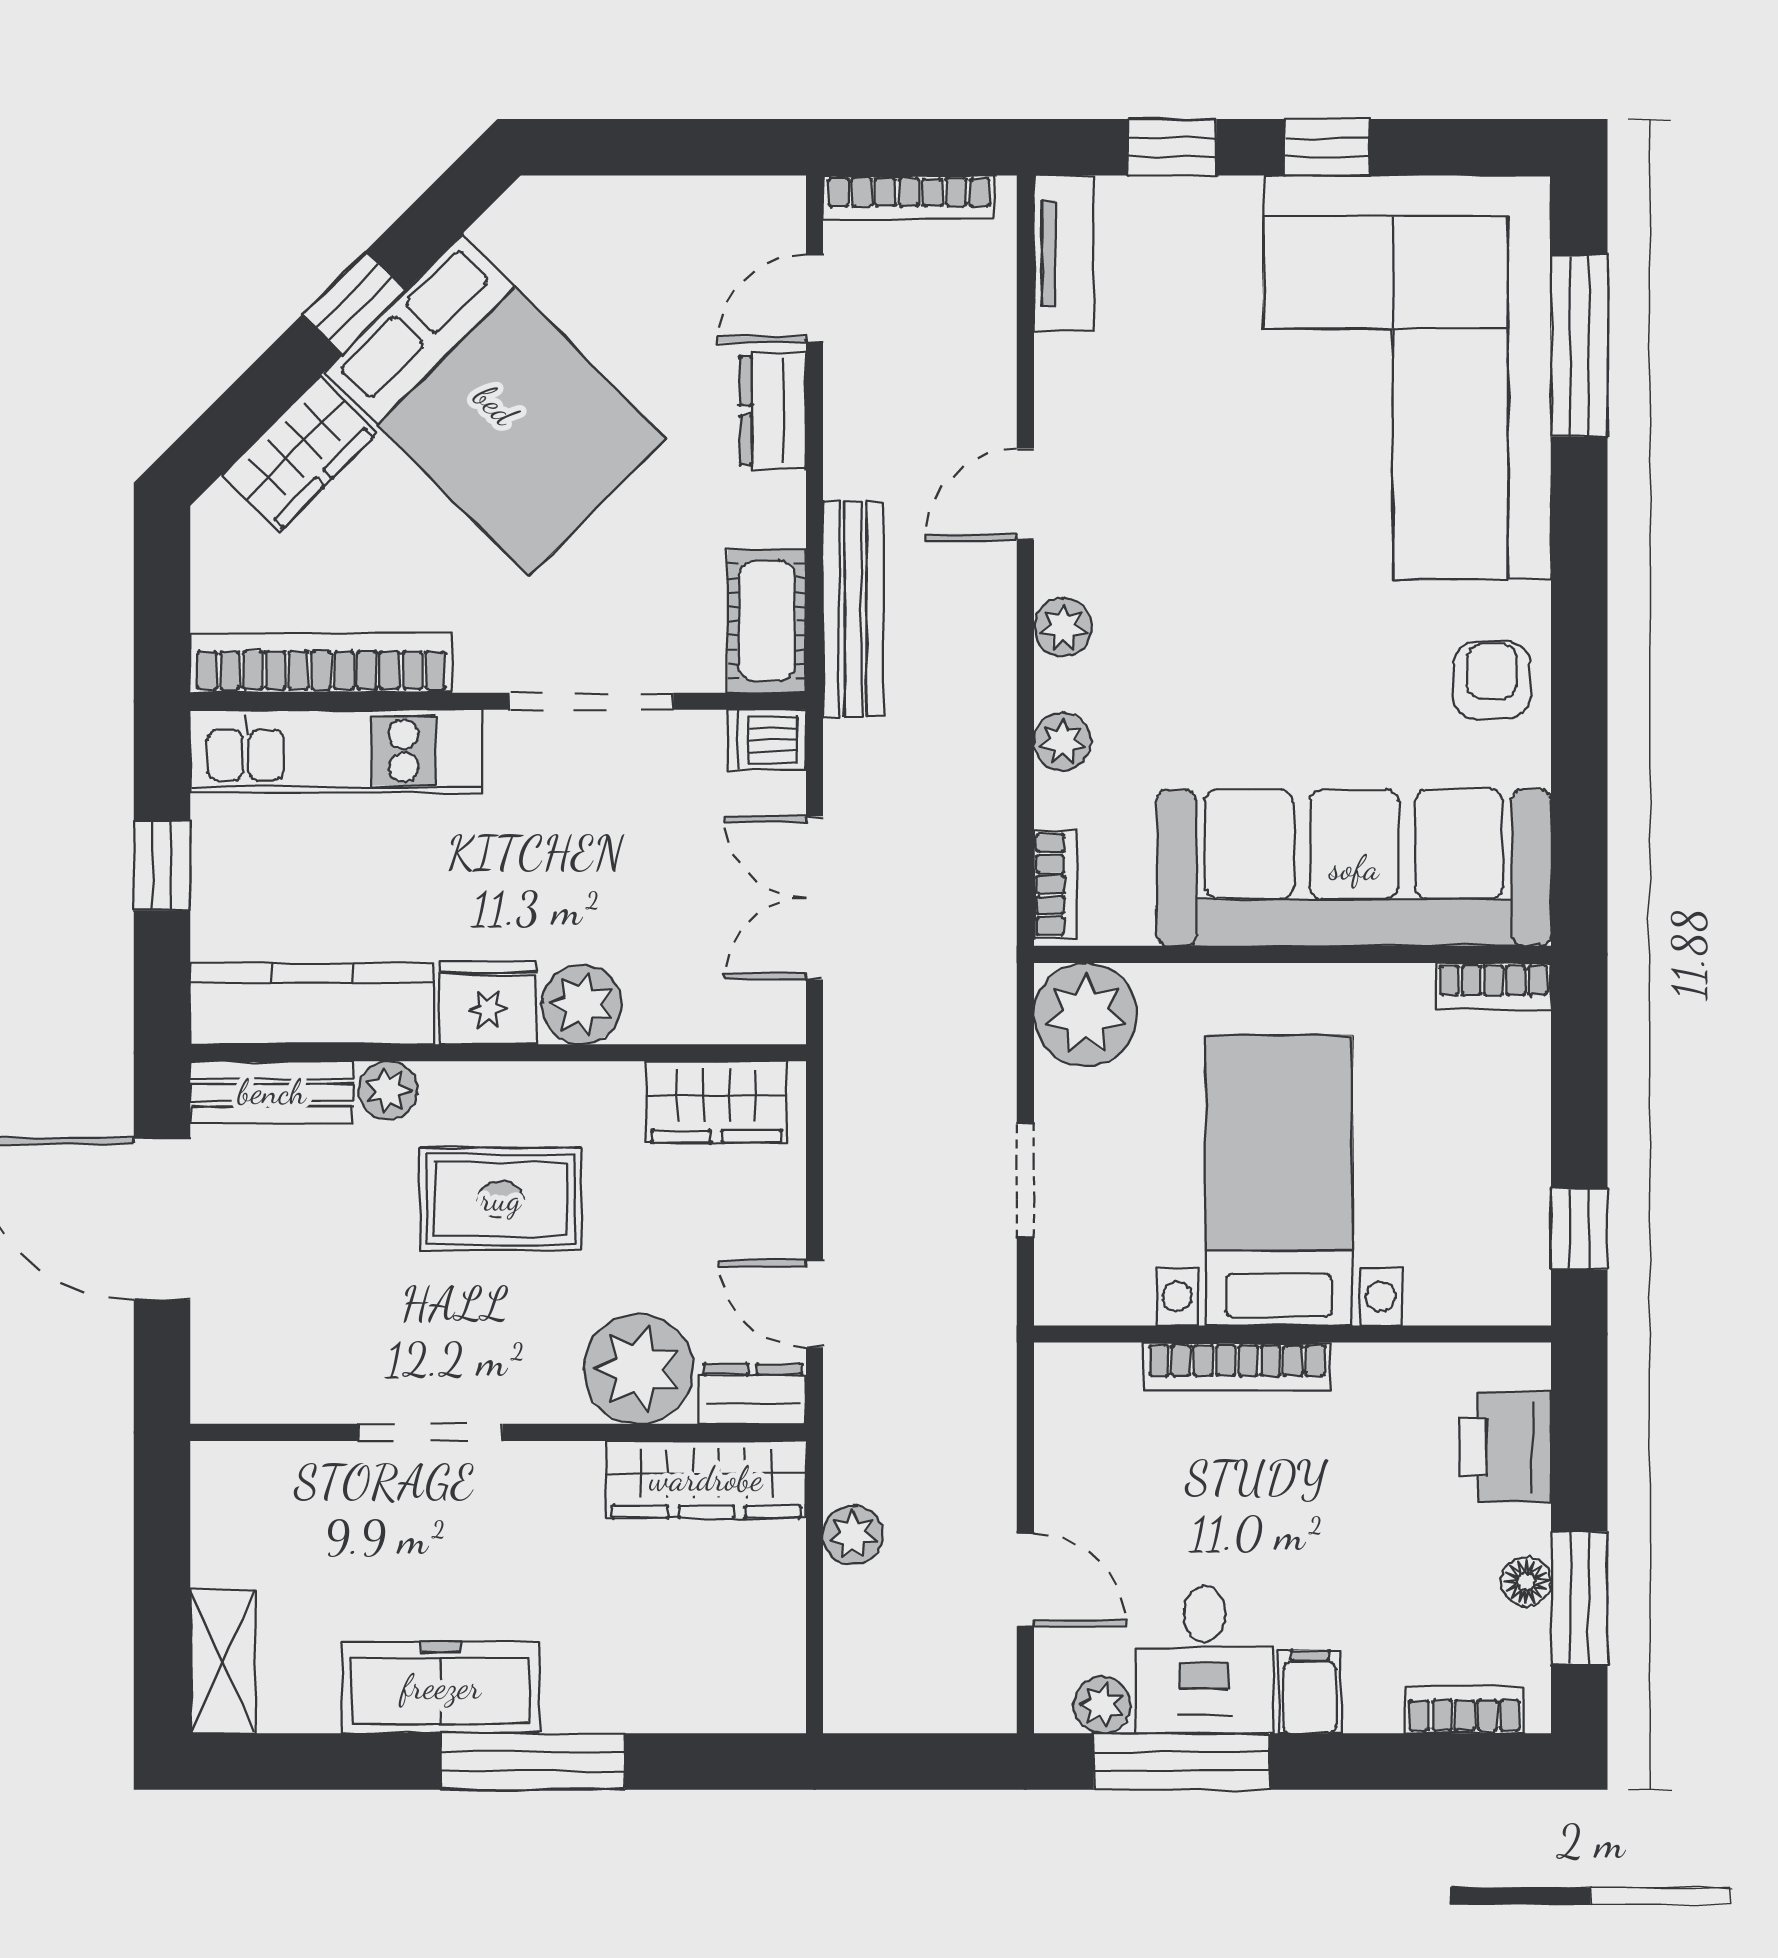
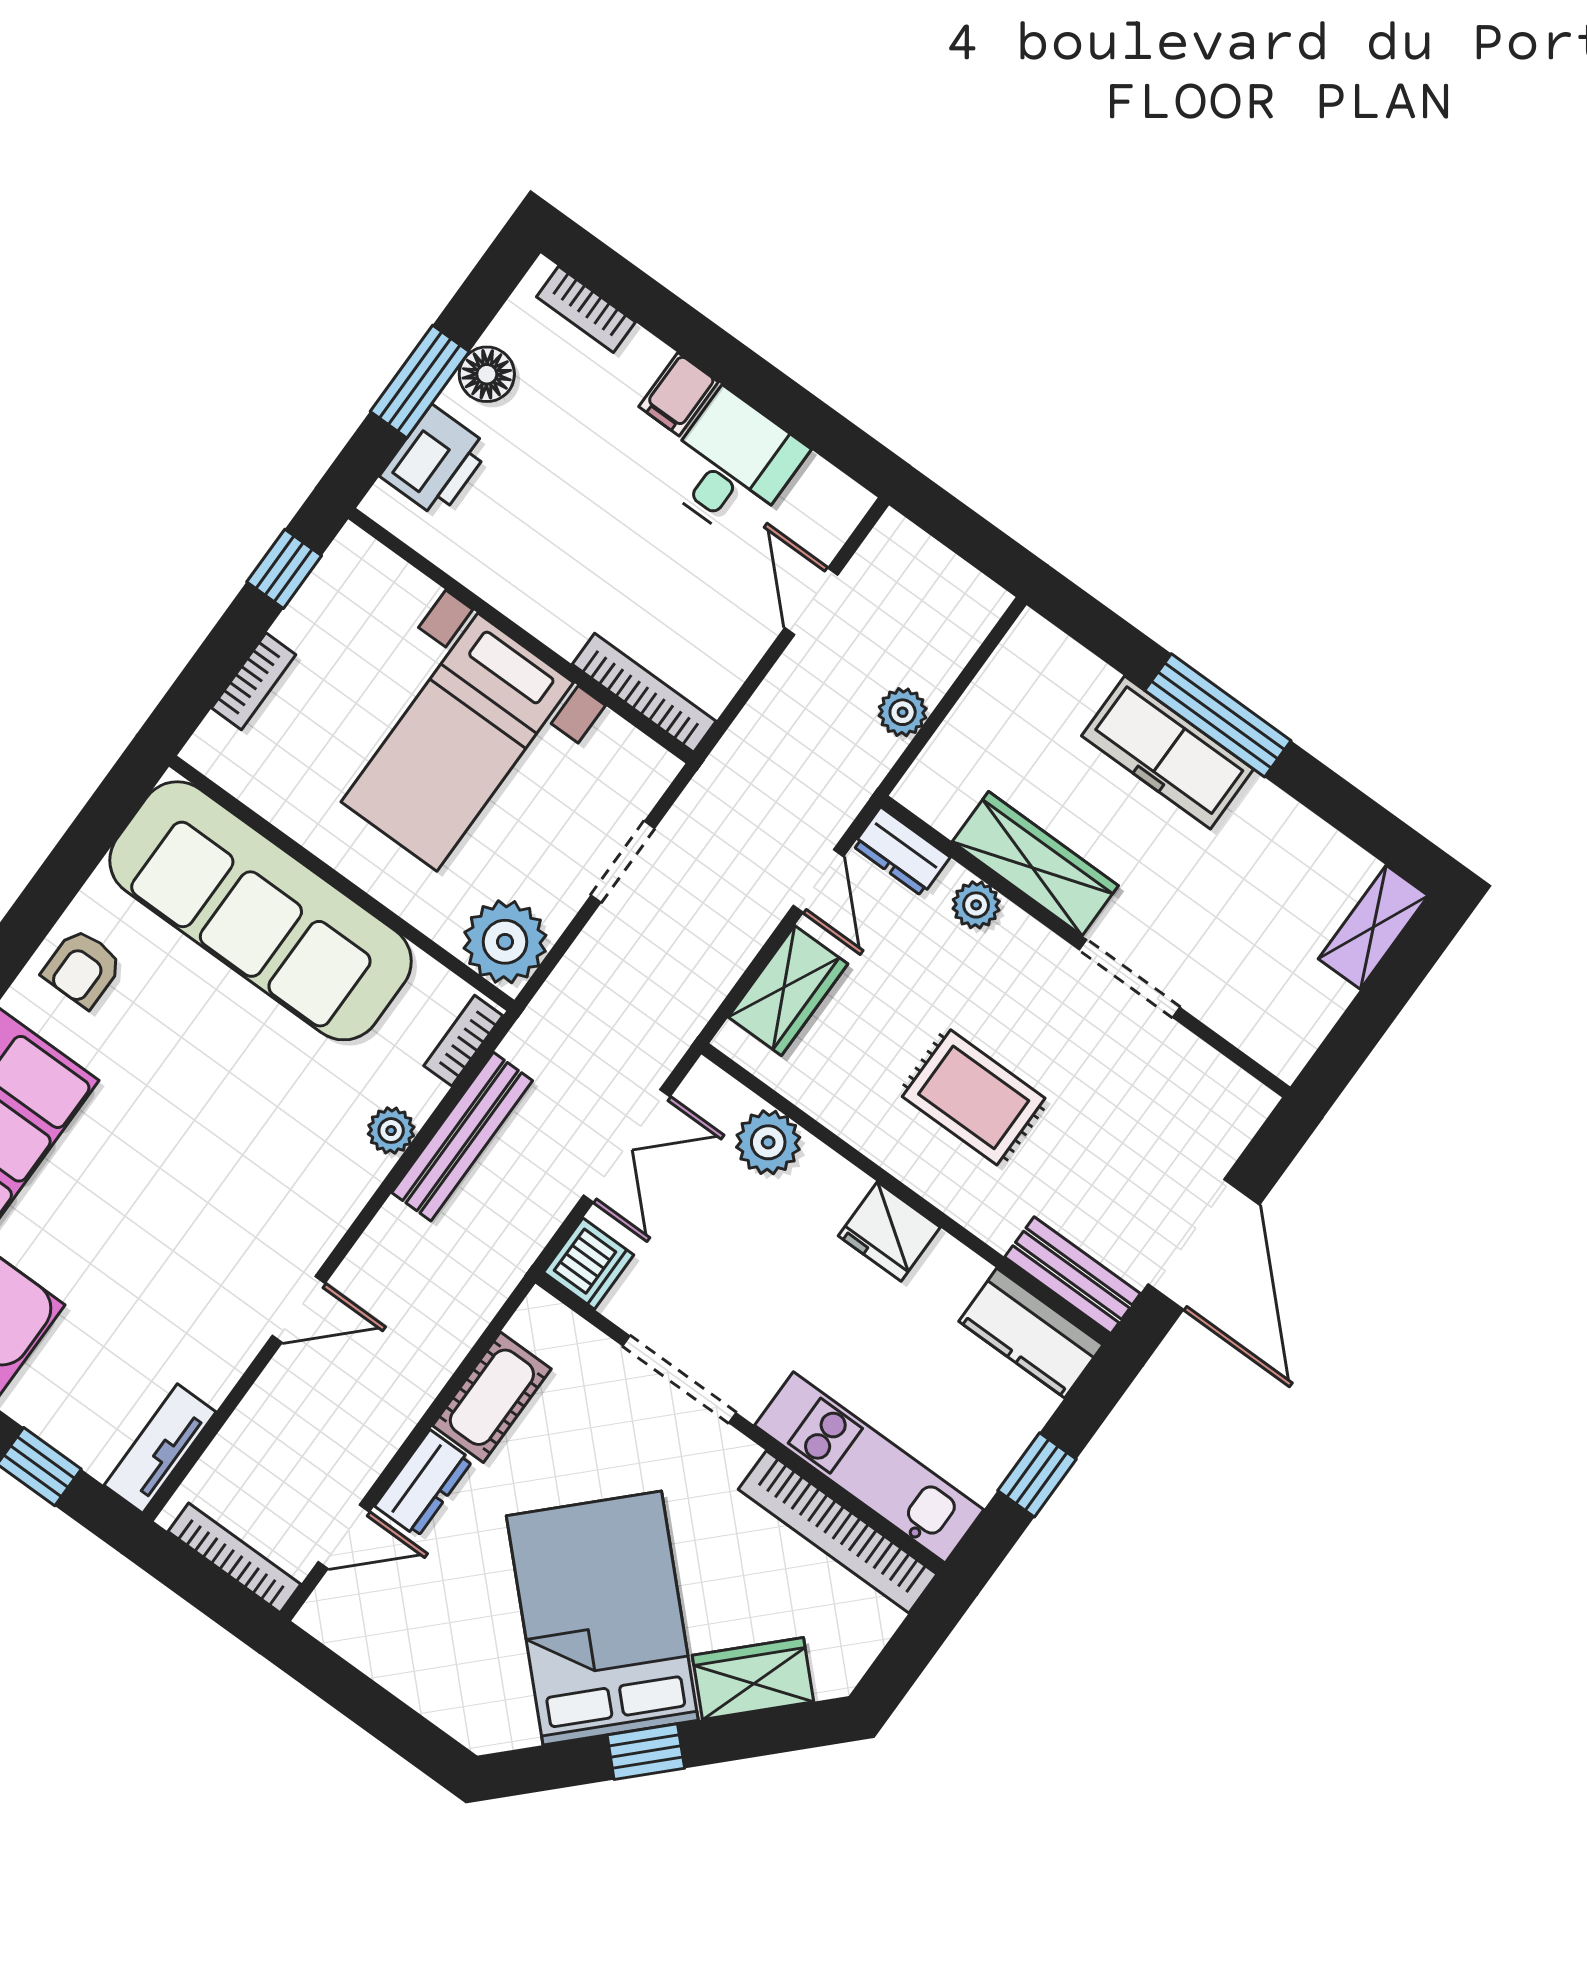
bench: (853, 609) -> (462, 1137), moved
cot: (767, 621) -> (492, 1397), moved
plant: (1063, 627) -> (337, 1205), removed
dishwasher: (767, 740) -> (589, 1264), width x1.38
bookcase: (1494, 986) -> (254, 681), moved, turned 90
kitchen counter: (312, 1004) -> (1031, 1333), width x0.67
plant: (582, 1004) -> (768, 1142), moved
plant: (388, 1090) -> (996, 1222), removed
wardrobe: (716, 1102) -> (788, 991), moved, turned 90
bookcase: (1237, 1366) -> (644, 693), moved
plant: (638, 1369) -> (976, 905), width x0.53, depth x0.53
wardrobe: (706, 1479) -> (1035, 864), moved
floor lamp: (1526, 1581) -> (487, 374), width x1.37, depth x1.37
window: (1579, 1598) -> (420, 382), moved
freezer: (441, 1687) -> (1168, 753), moved
plant: (1102, 1705) -> (820, 484), removed
window: (1182, 1761) -> (795, 409), removed

